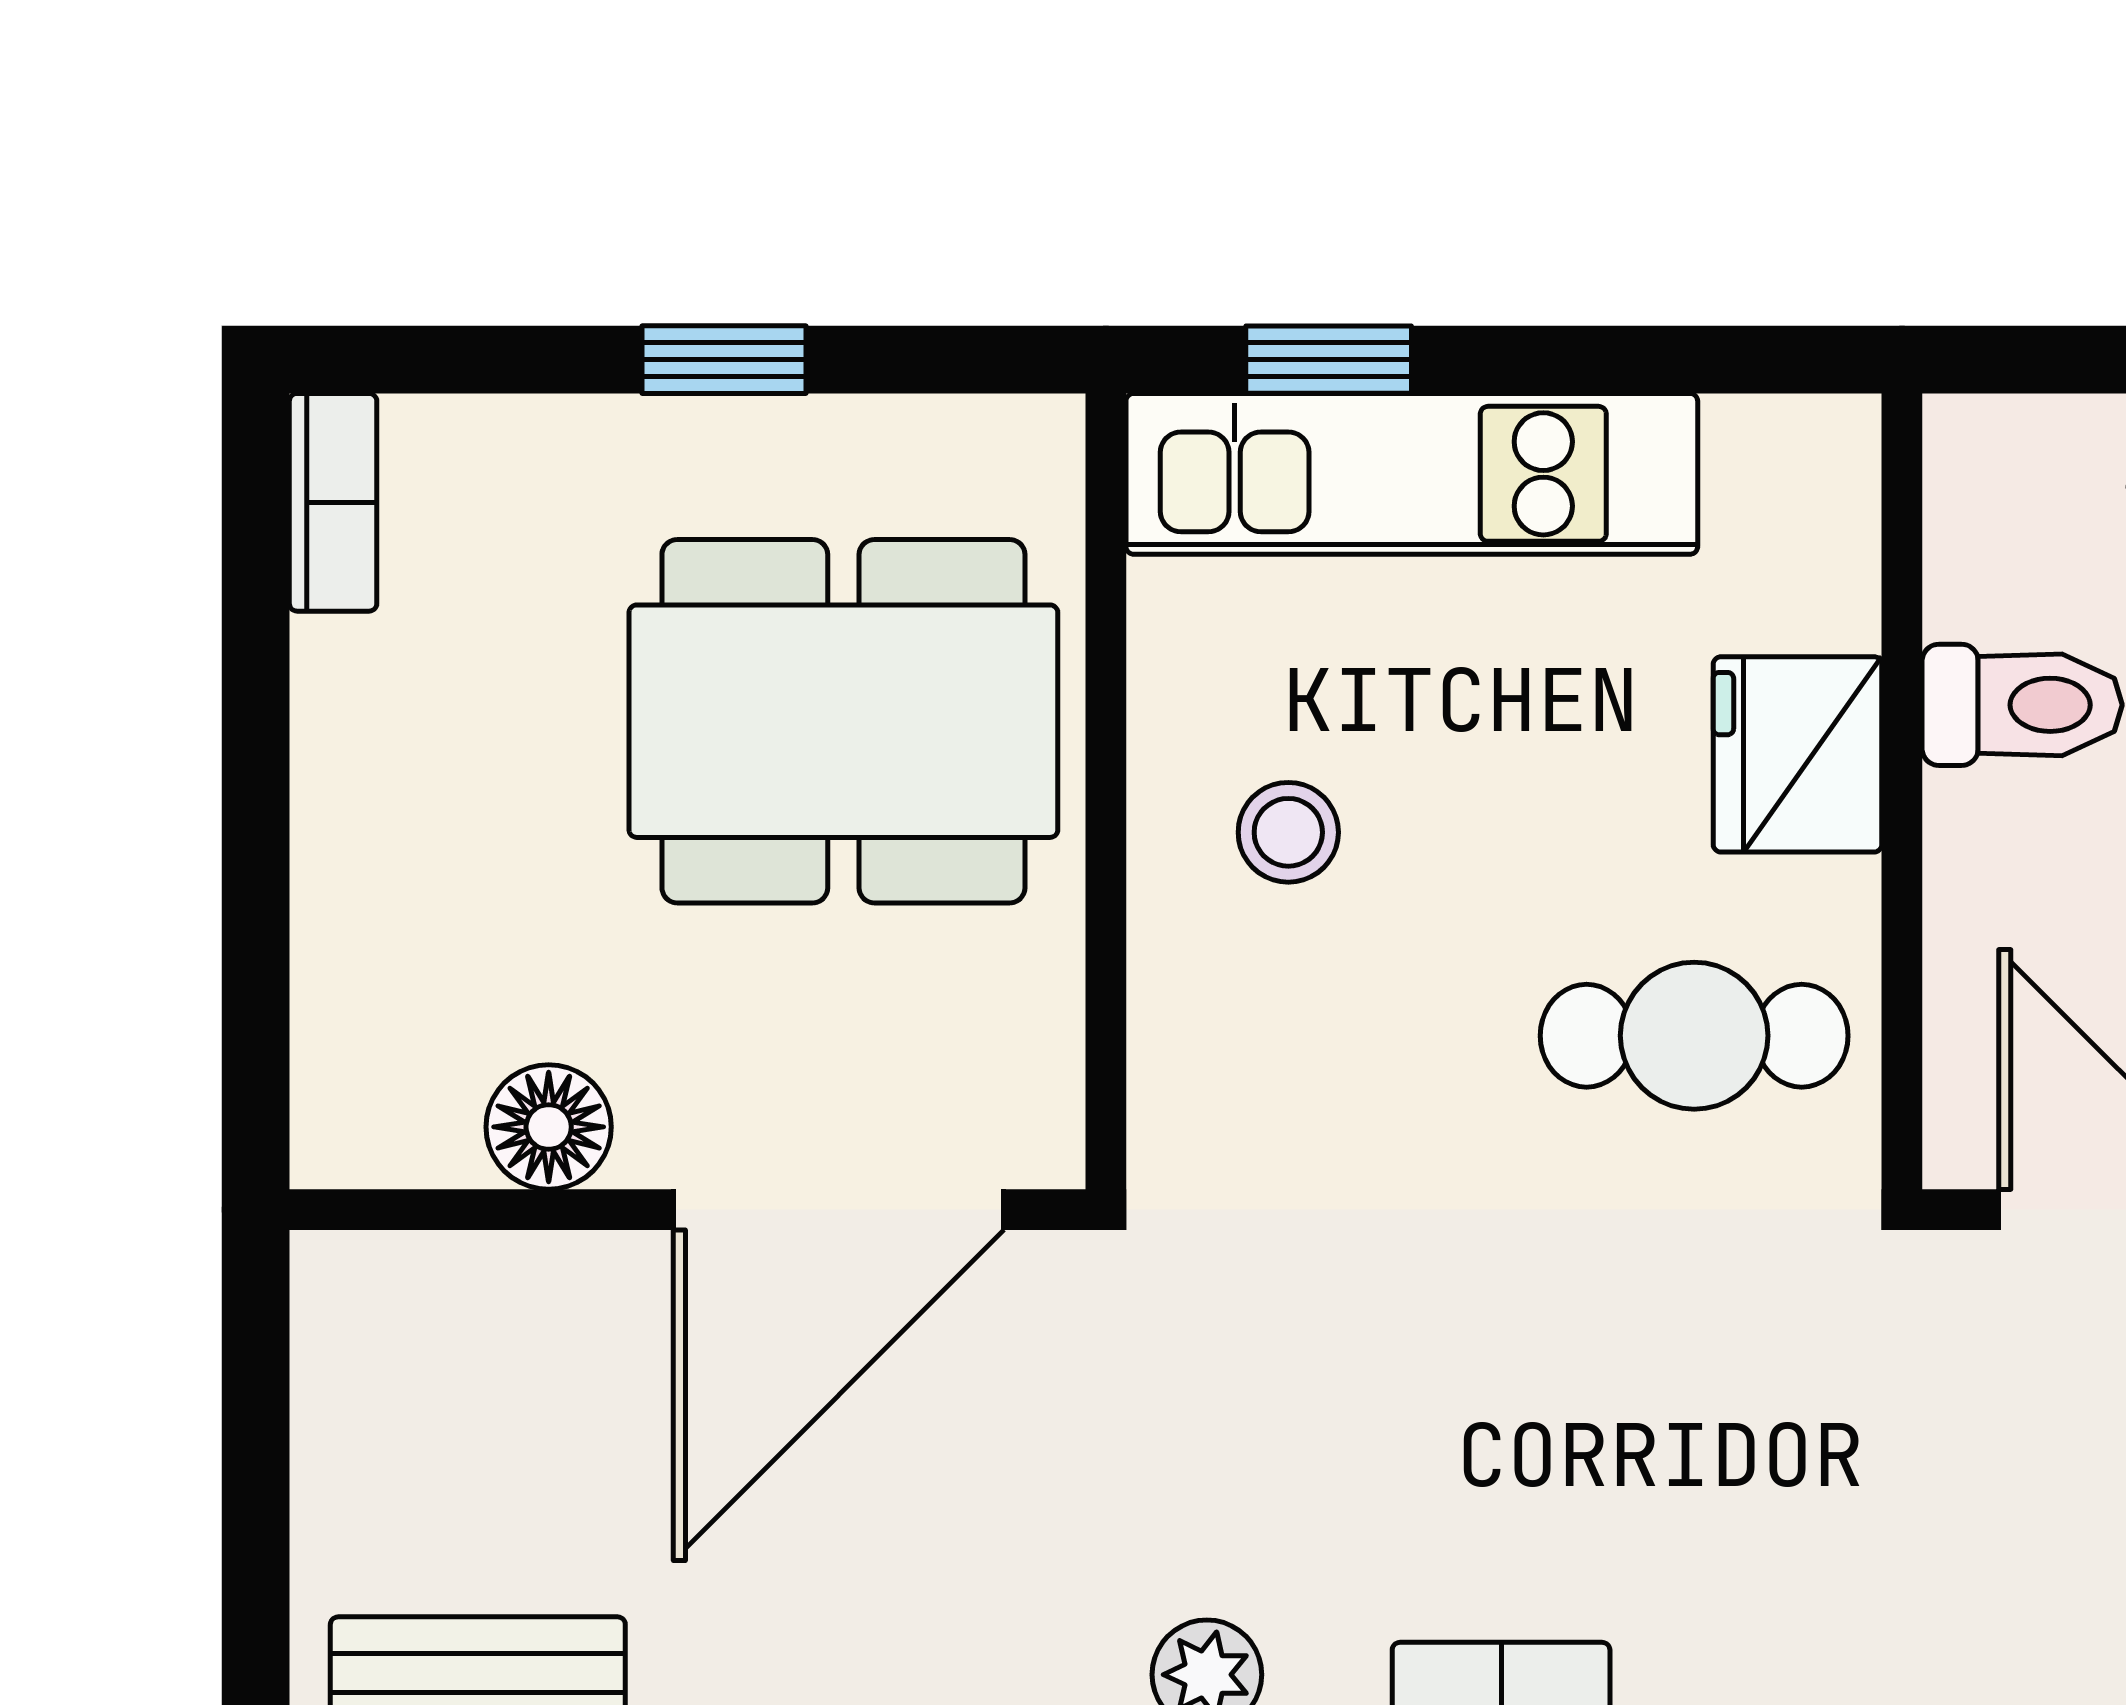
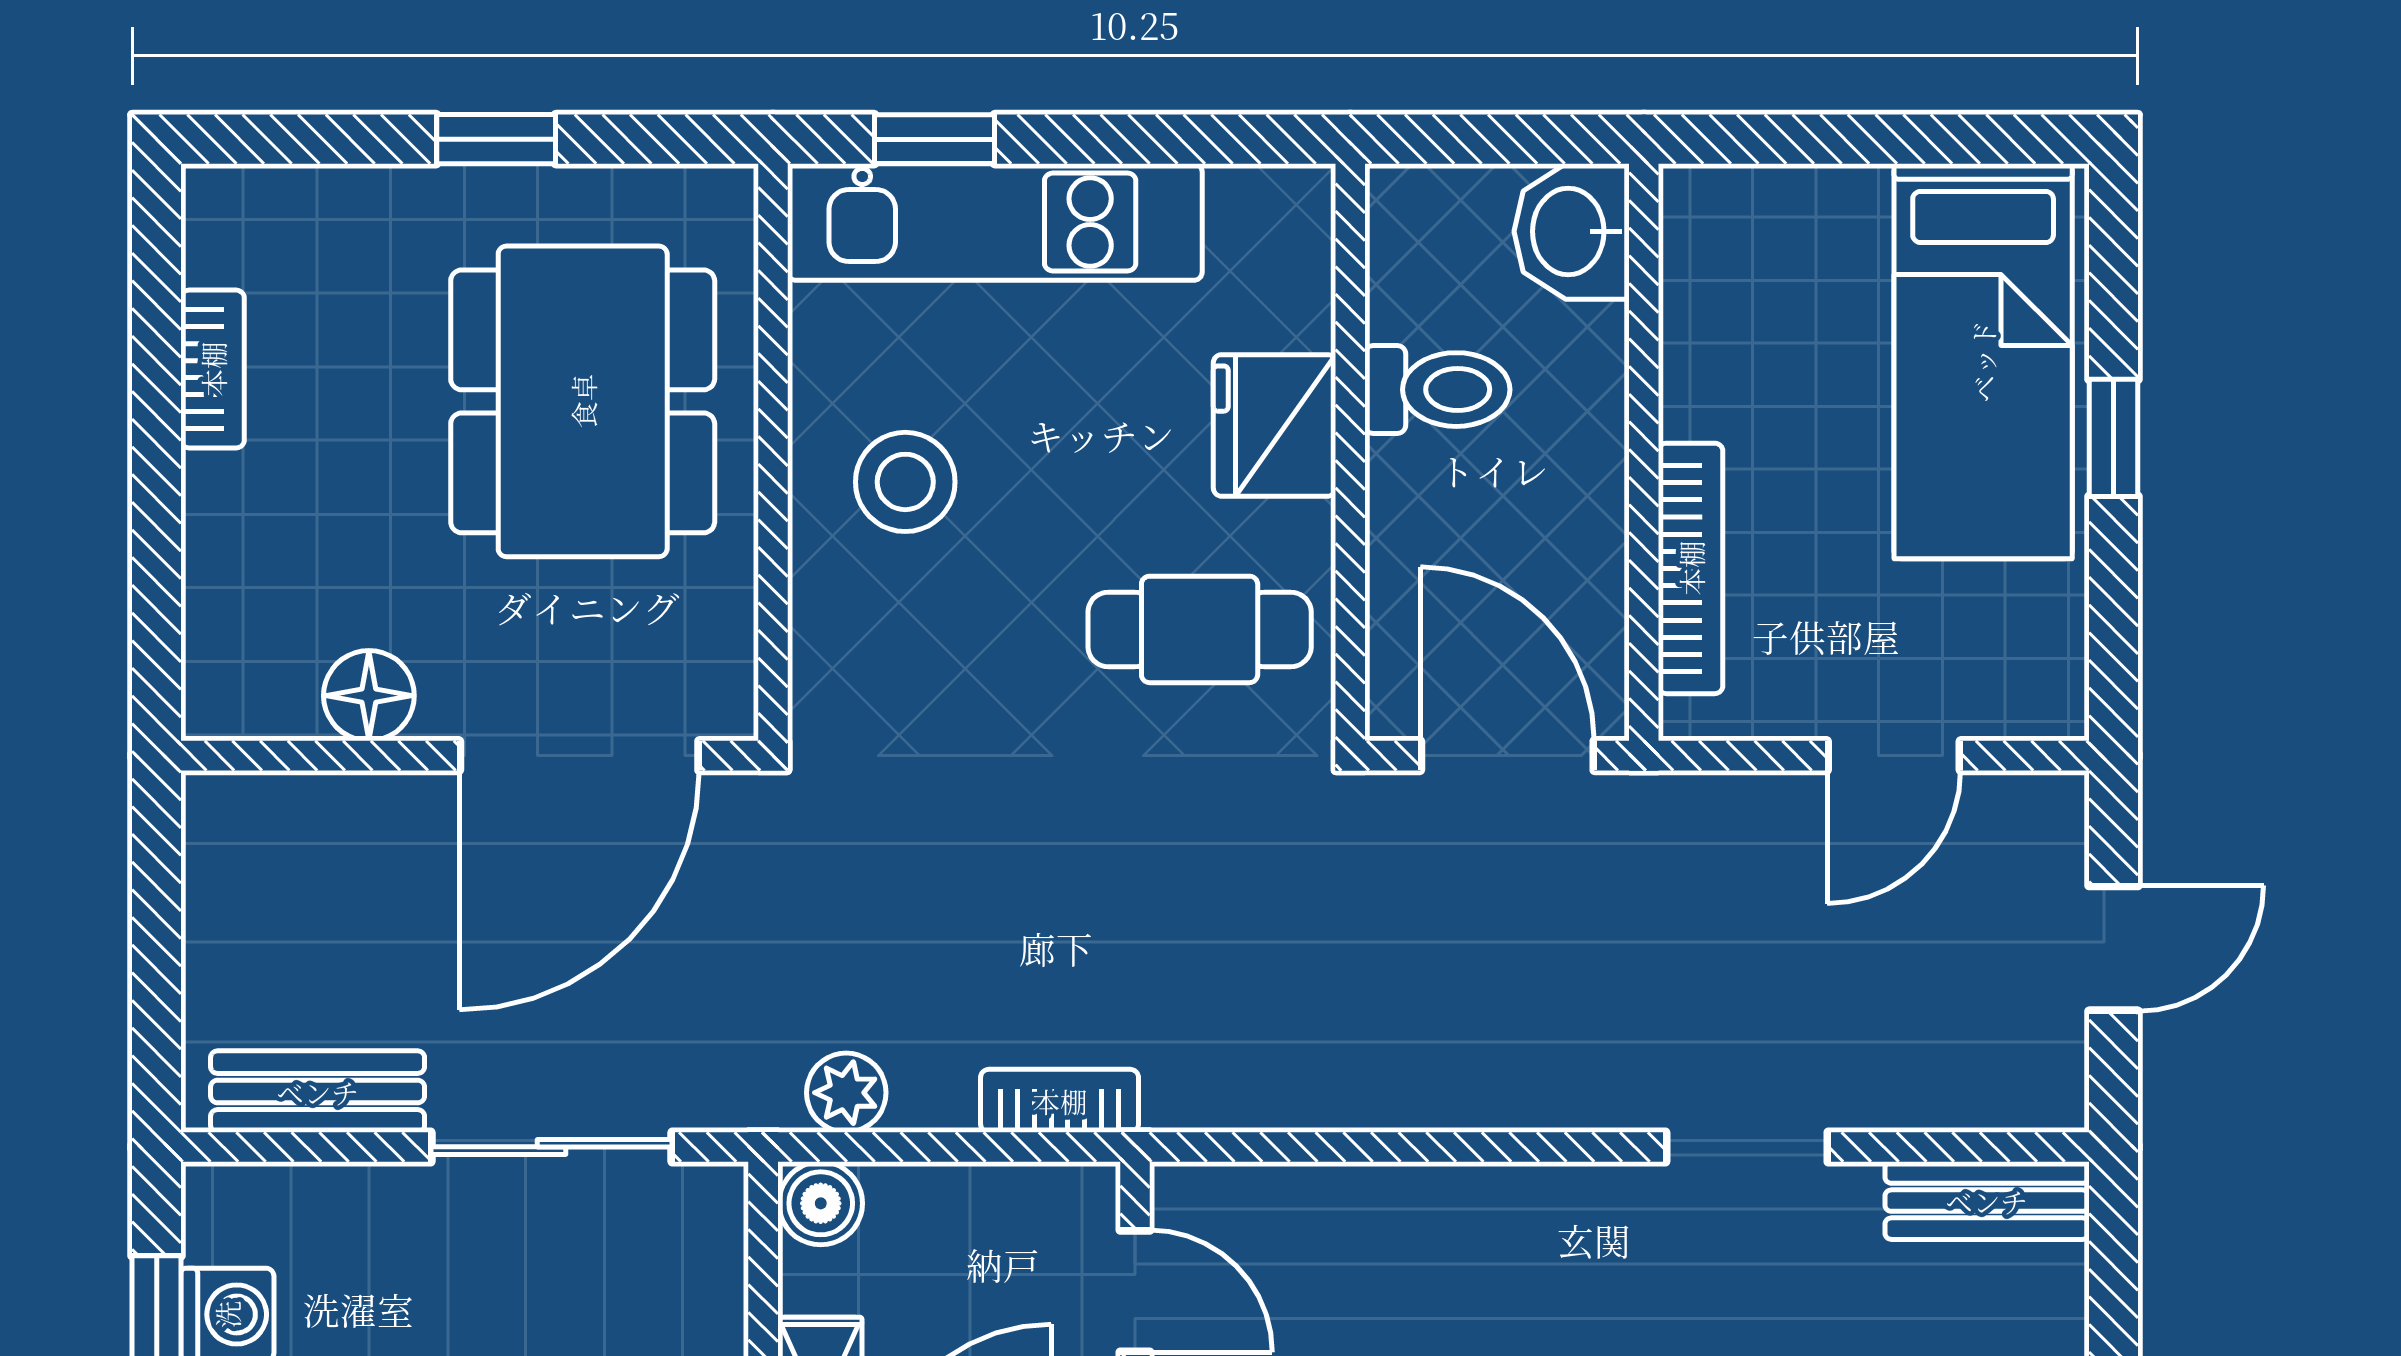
bookcase: (333, 502) -> (213, 369), moved
dining table: (843, 721) -> (583, 401), turned 90
stool: (1288, 832) -> (905, 482), width x1.37, depth x1.37

